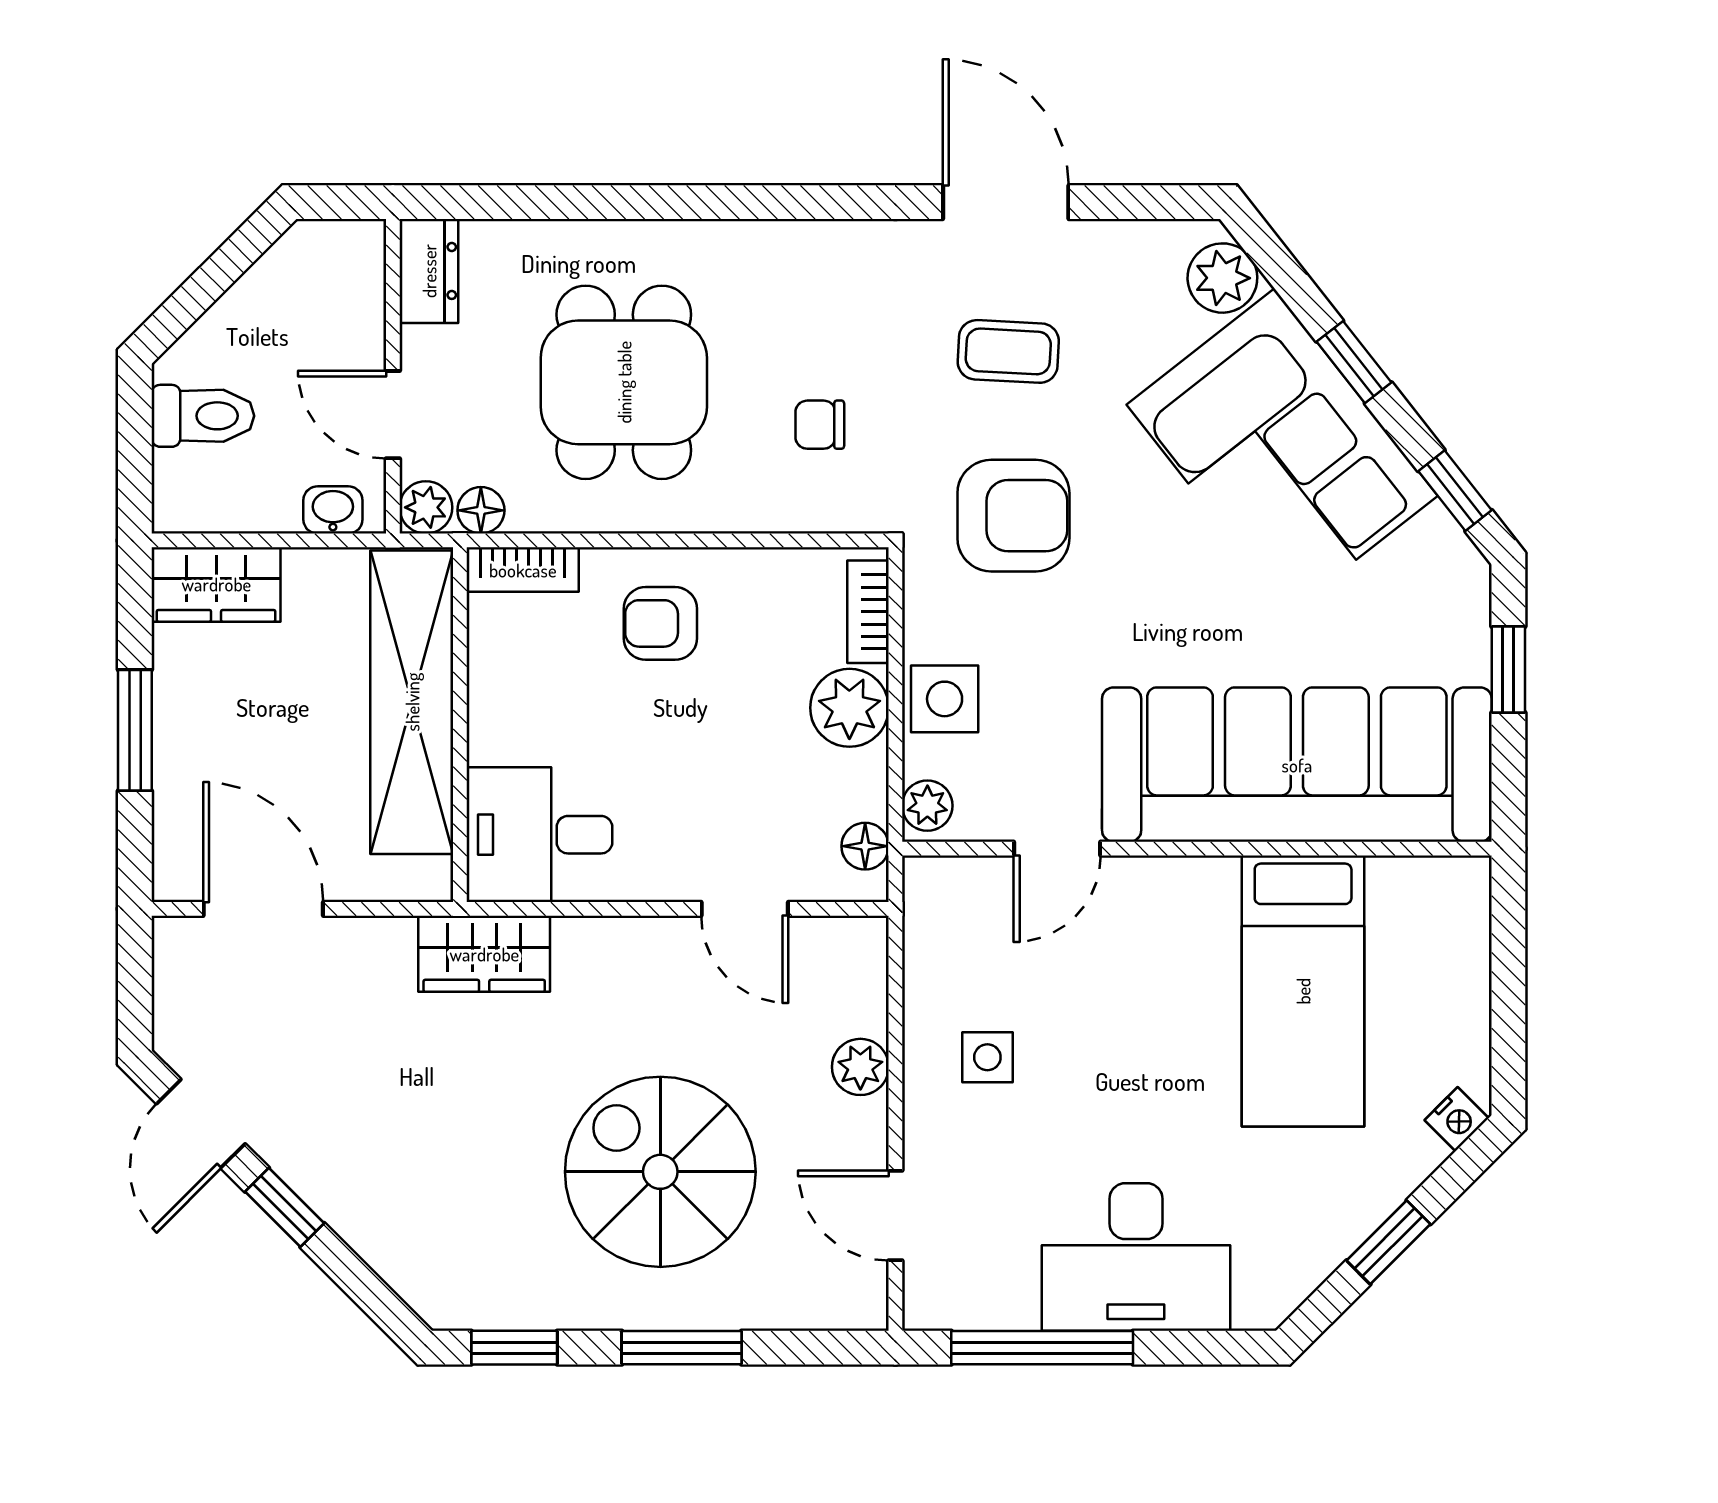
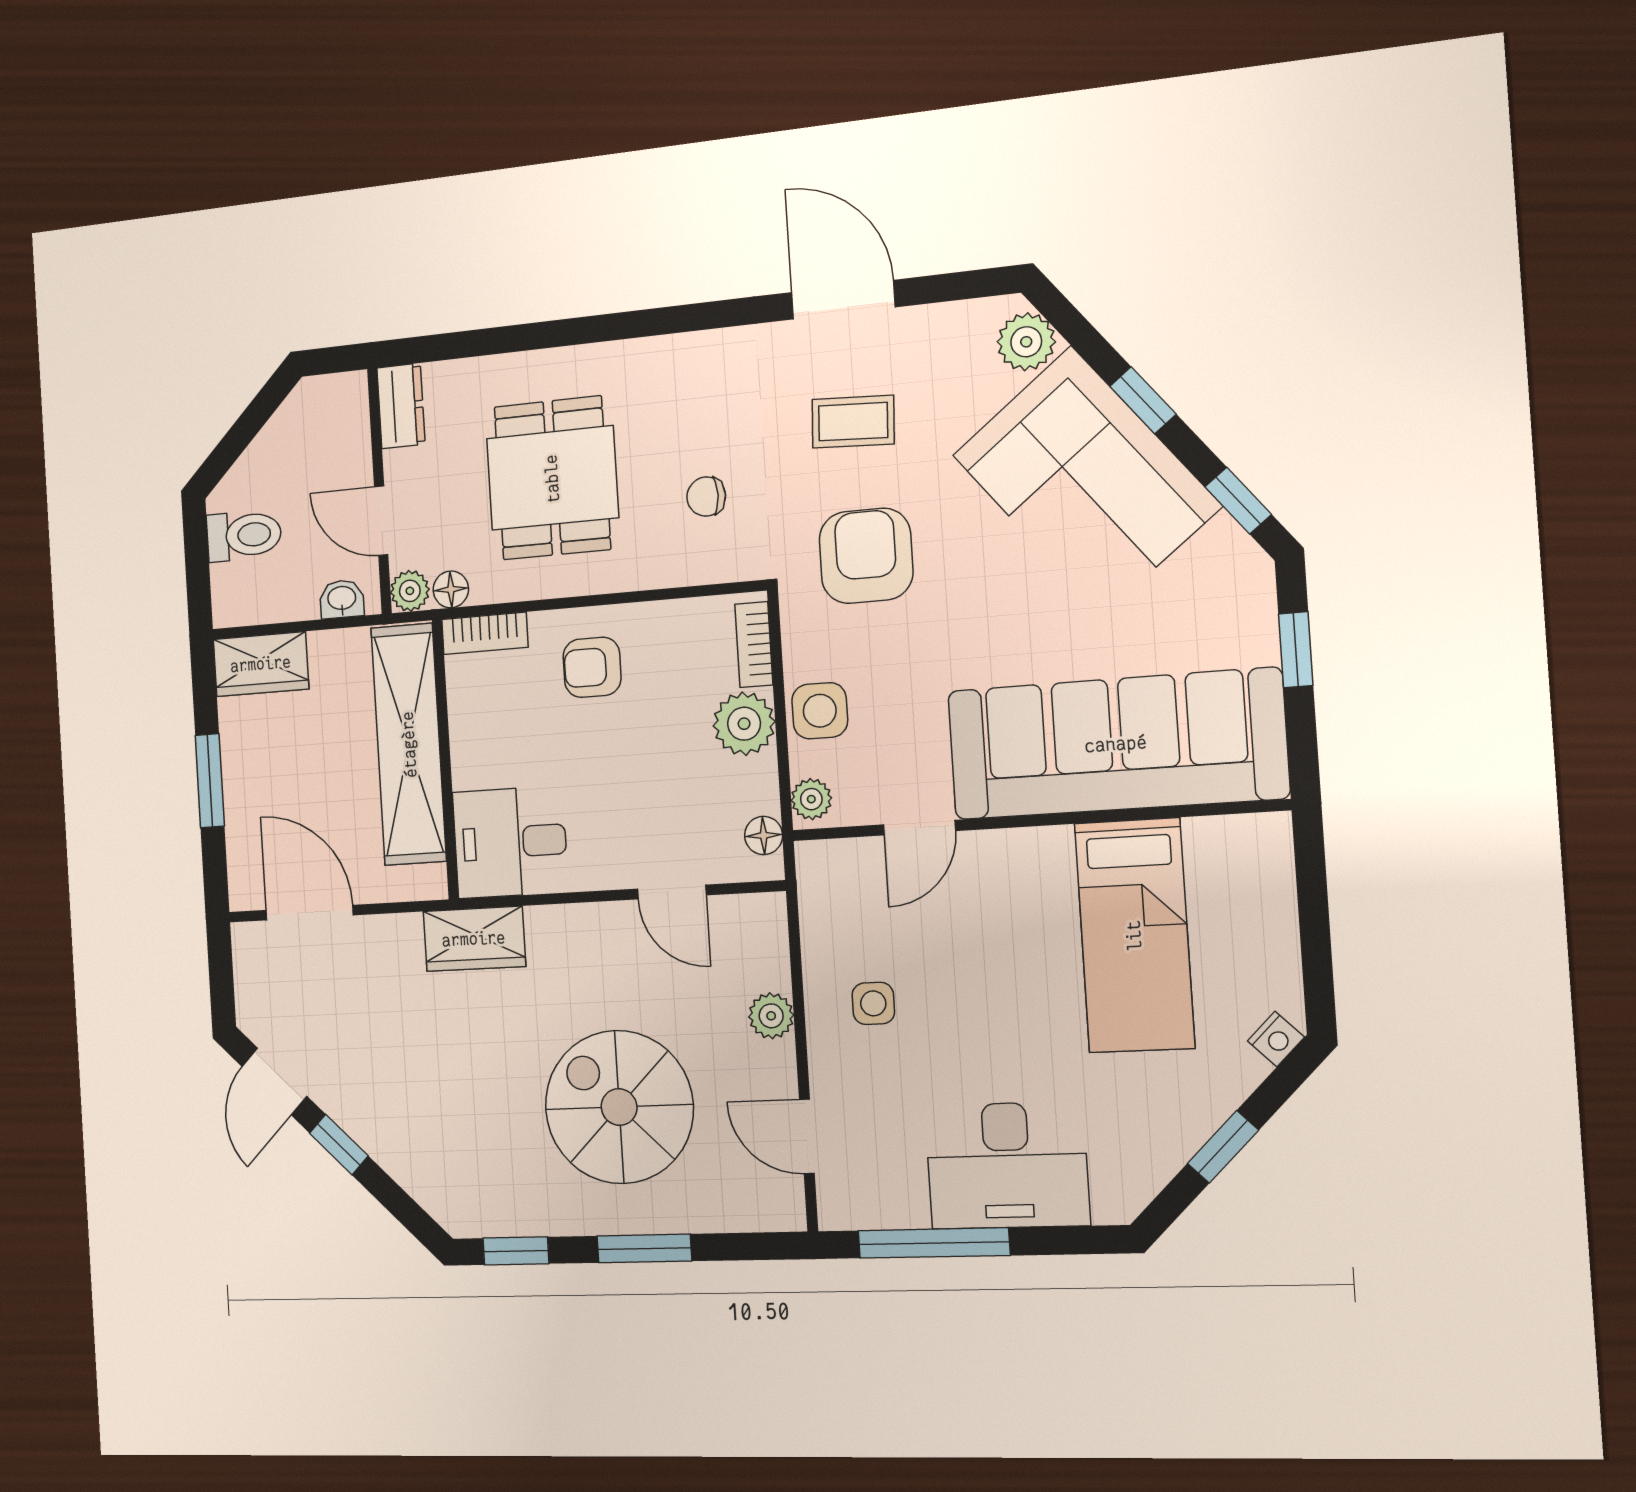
armchair: (1013, 516) -> (866, 556), turned -90

